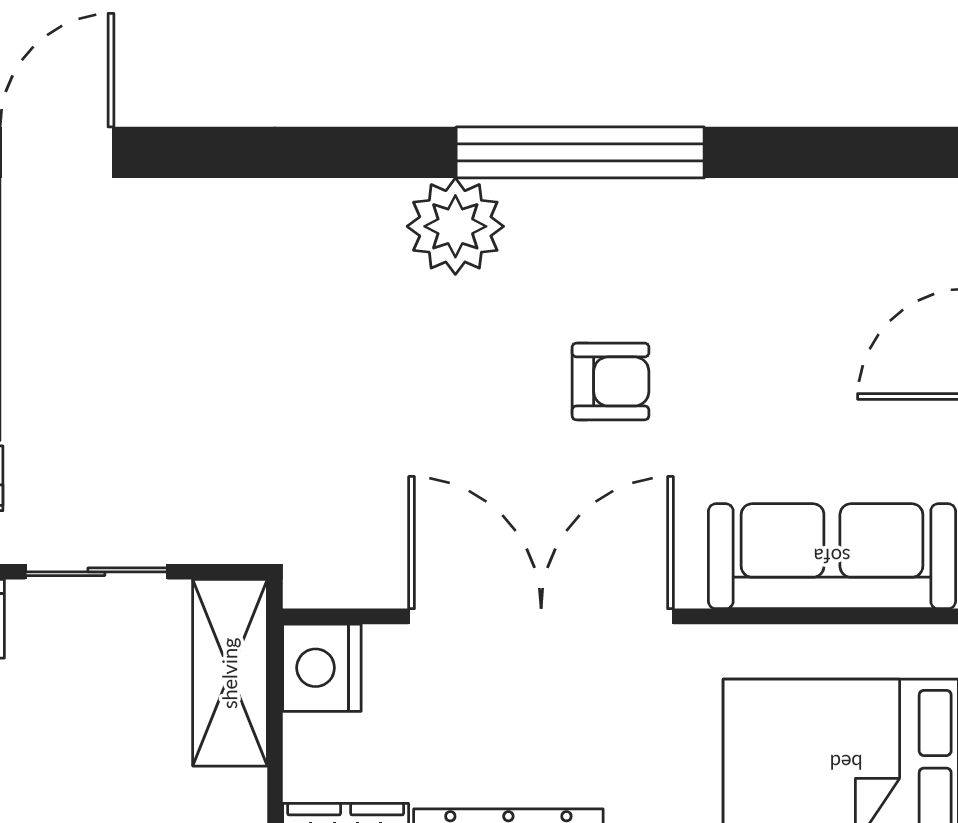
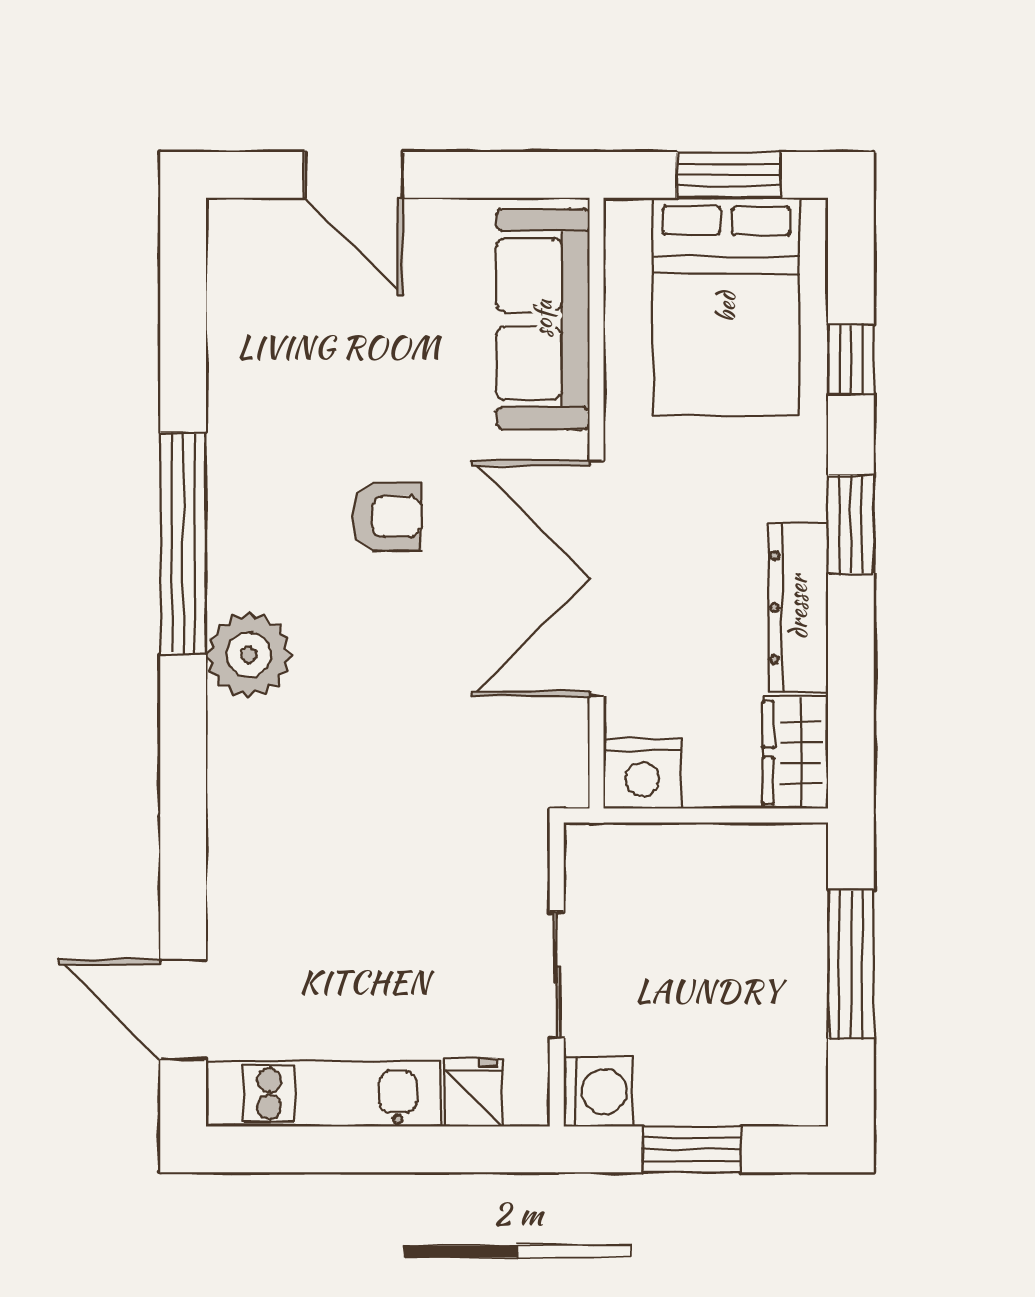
armchair: (611, 381) -> (387, 516), turned 90
shelving: (230, 673) -> (647, 856), removed

